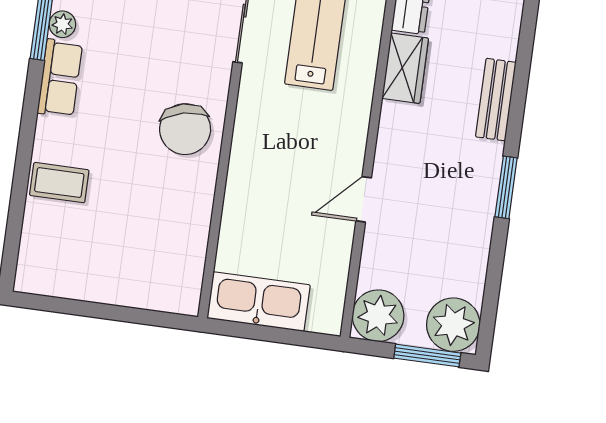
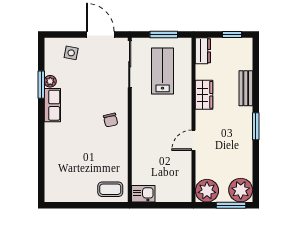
wardrobe: (405, 68) -> (204, 95), moved
chair: (185, 129) -> (111, 120), width x0.54, depth x0.54
coffee table: (59, 183) -> (110, 189), moved
kitchen sink: (259, 302) -> (143, 194), width x0.53, depth x0.81

